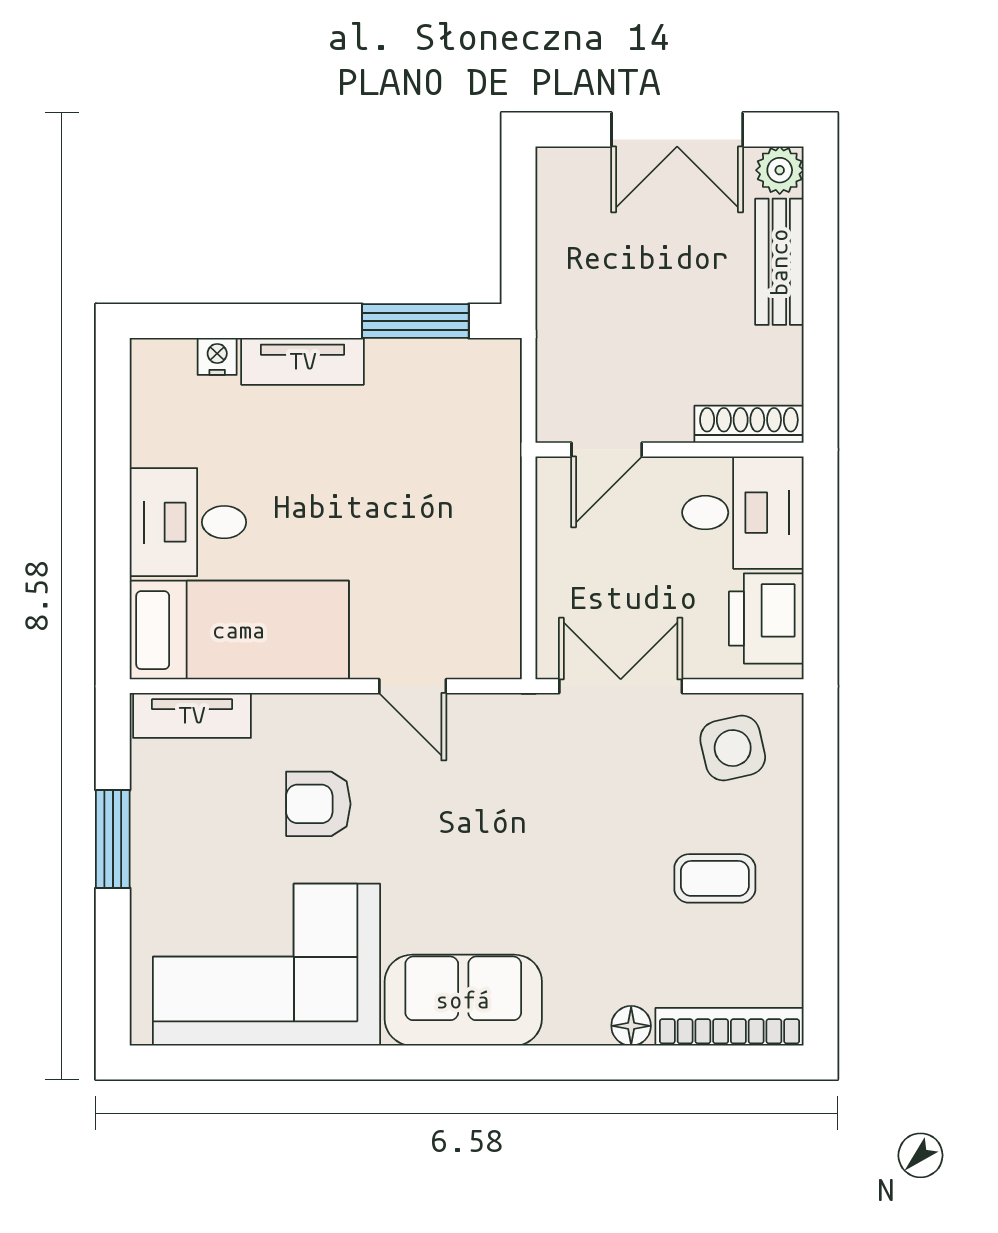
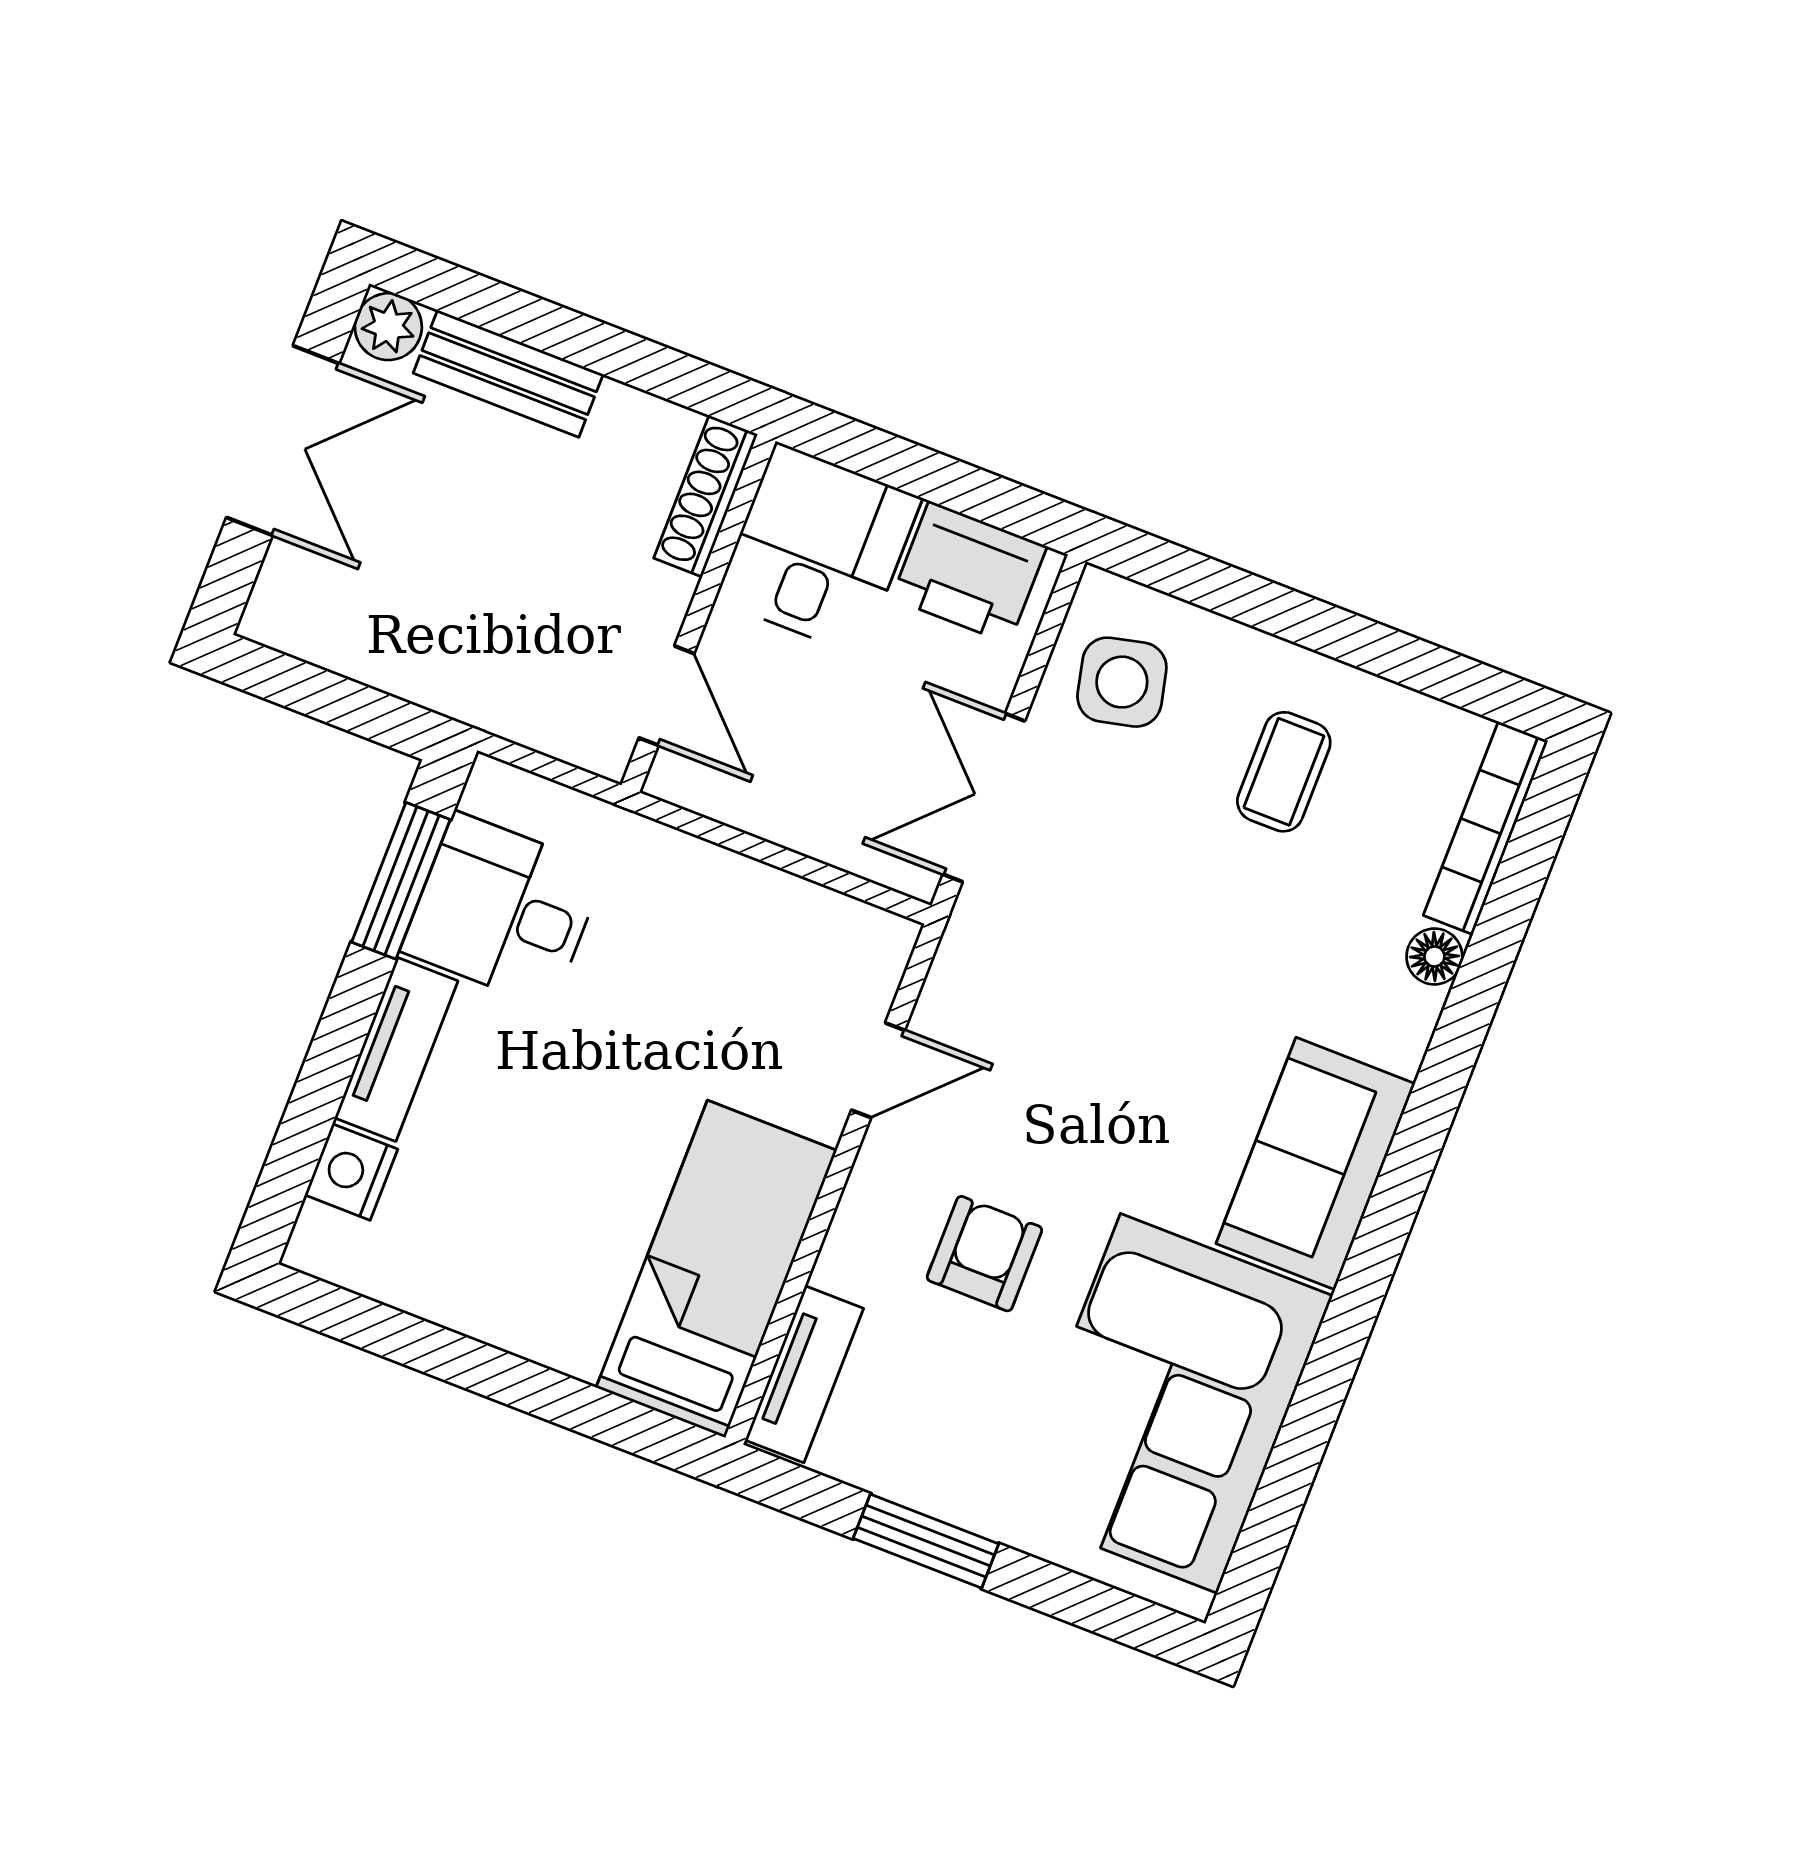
nightstand: (217, 356) -> (351, 1172), width x1.39, depth x1.35
desk: (188, 522) -> (503, 910), moved, turned 90
armchair: (318, 804) -> (984, 1254), turned 180

